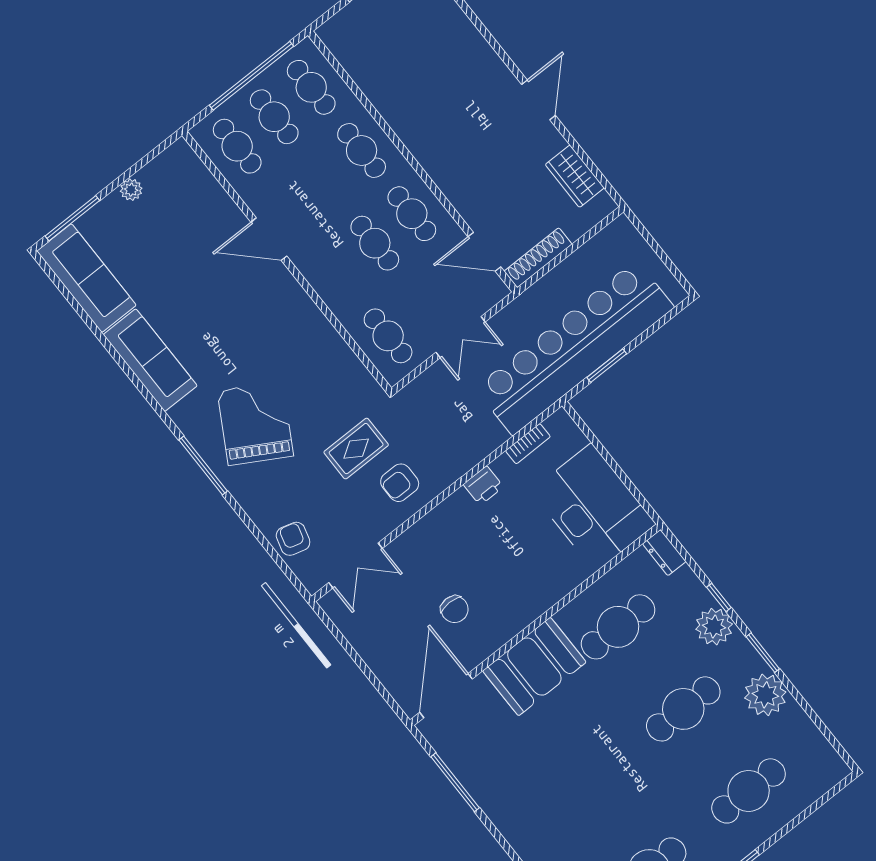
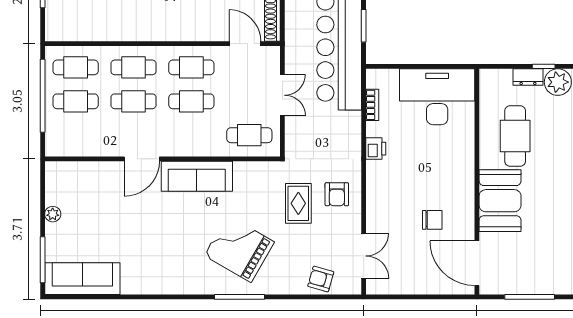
cafe table: (237, 146) -> (134, 101), moved
door: (484, 252) -> (245, 44), swing flipped
sofa: (150, 360) -> (197, 176), moved, turned 180
dresser: (664, 553) -> (528, 77), moved

